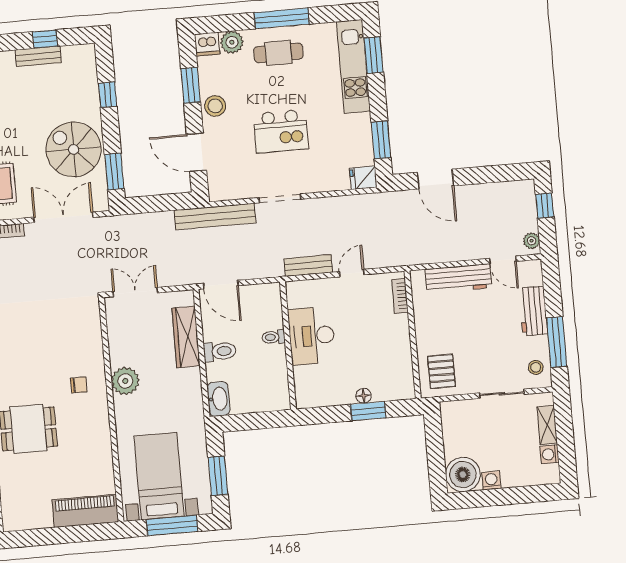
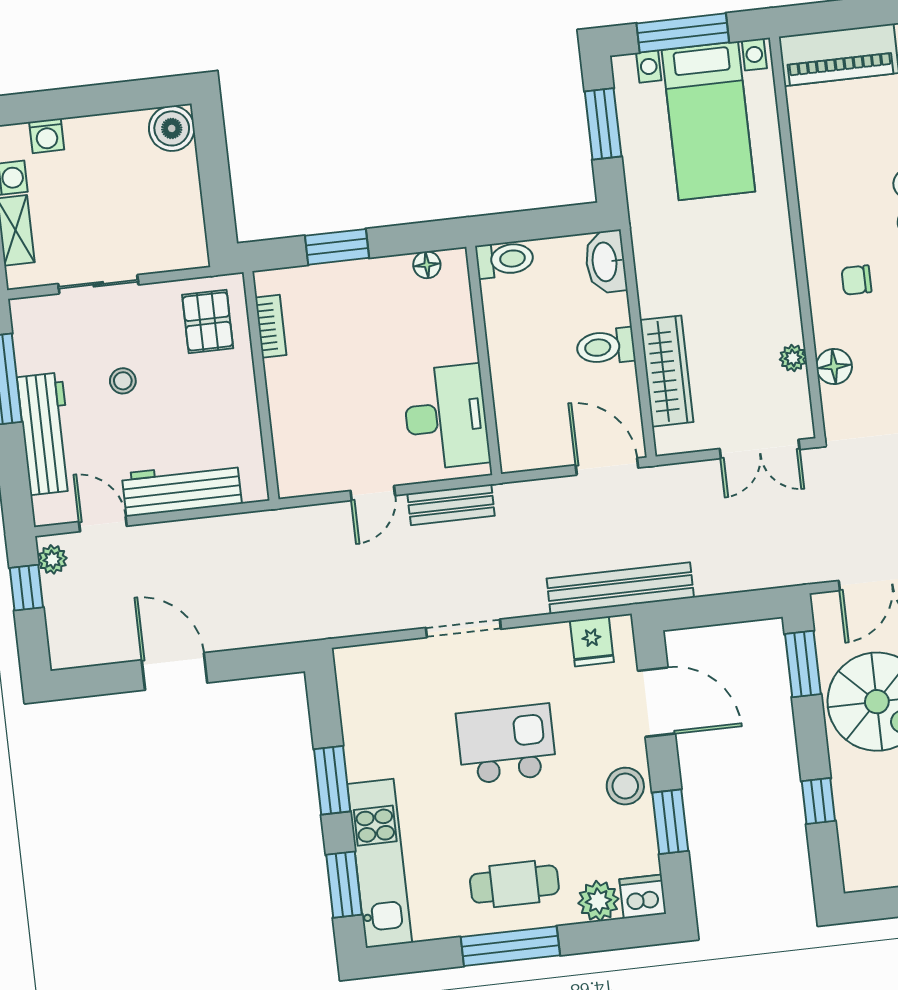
window: (381, 140) -> (332, 780), moved
fridge: (363, 178) -> (592, 641), moved, turned 90
door: (436, 179) -> (175, 671), moved
doorway: (280, 198) -> (463, 628), moved
window: (545, 206) -> (26, 588), moved
bookcase: (400, 296) -> (271, 326), moved
workbench: (533, 311) -> (46, 434), width x1.38
desk: (312, 336) -> (446, 417), moved
floor lamp: (93, 337) -> (834, 366), added
toilet: (273, 337) -> (505, 259), moved, width x1.37, depth x1.39
stool: (536, 367) -> (123, 381), moved
plant: (125, 381) -> (793, 358), moved, width x0.53, depth x0.53
floor lamp: (364, 396) -> (427, 265), moved
boiler: (463, 475) -> (172, 128), width x0.73, depth x0.73
washing machine: (491, 481) -> (47, 136), moved

